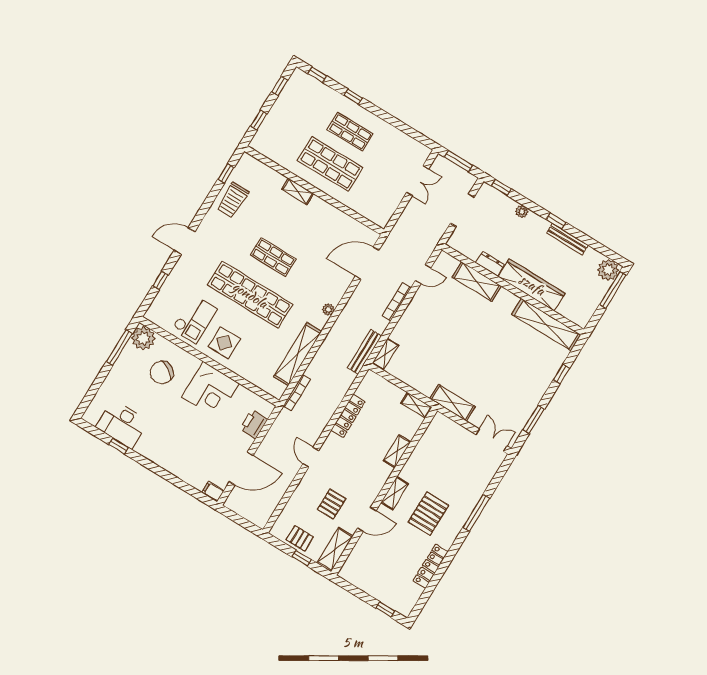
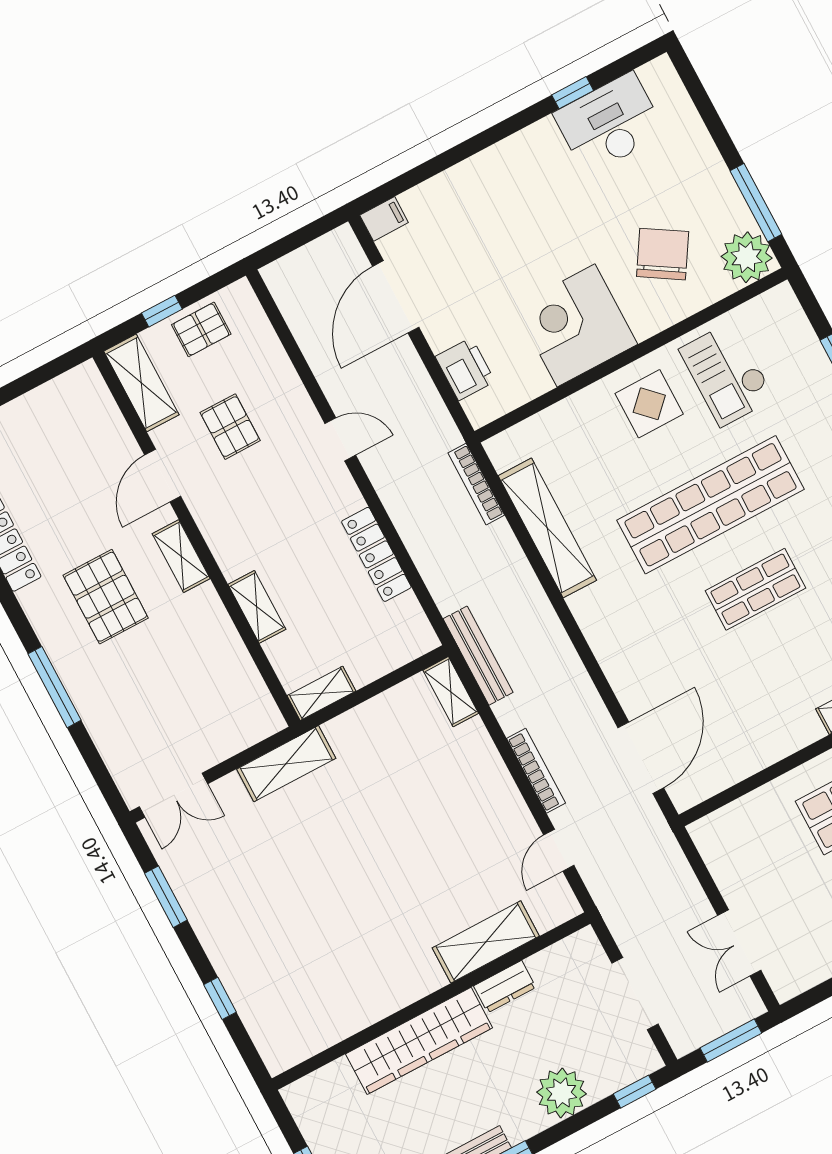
plant: (522, 212) -> (561, 1093), width x1.87, depth x1.87
plant: (328, 310) -> (597, 634), removed
shelving: (546, 325) -> (329, 1025), removed

